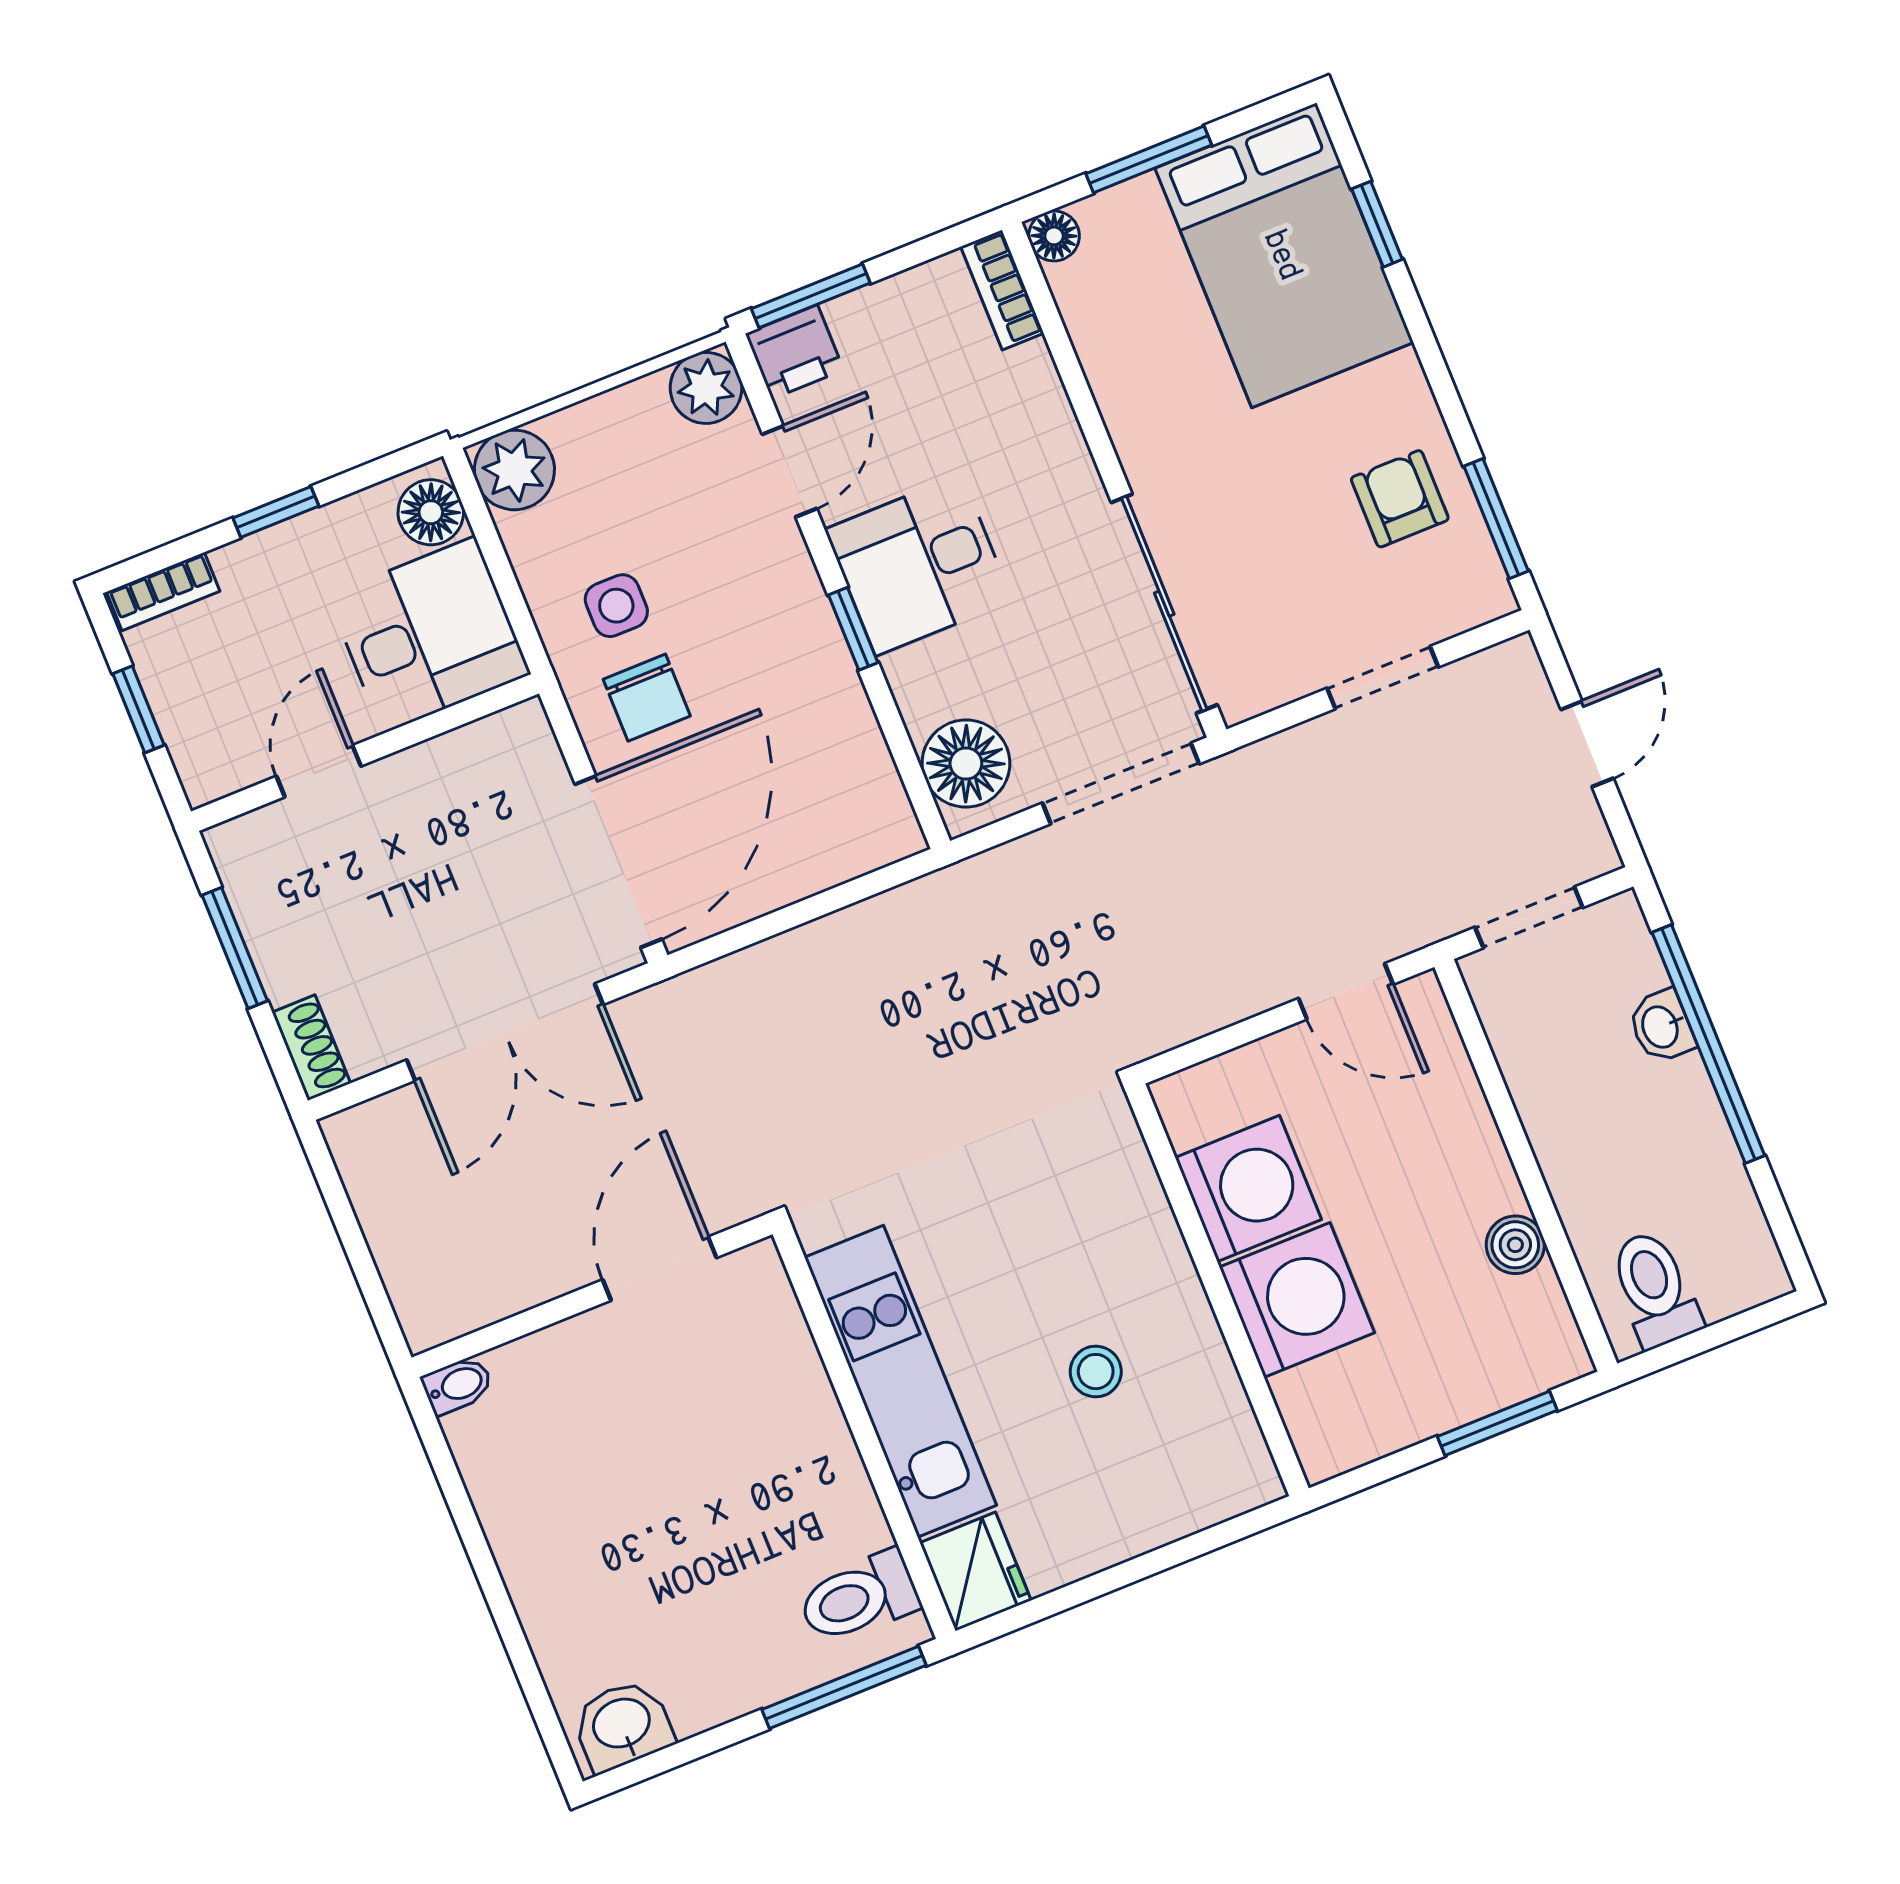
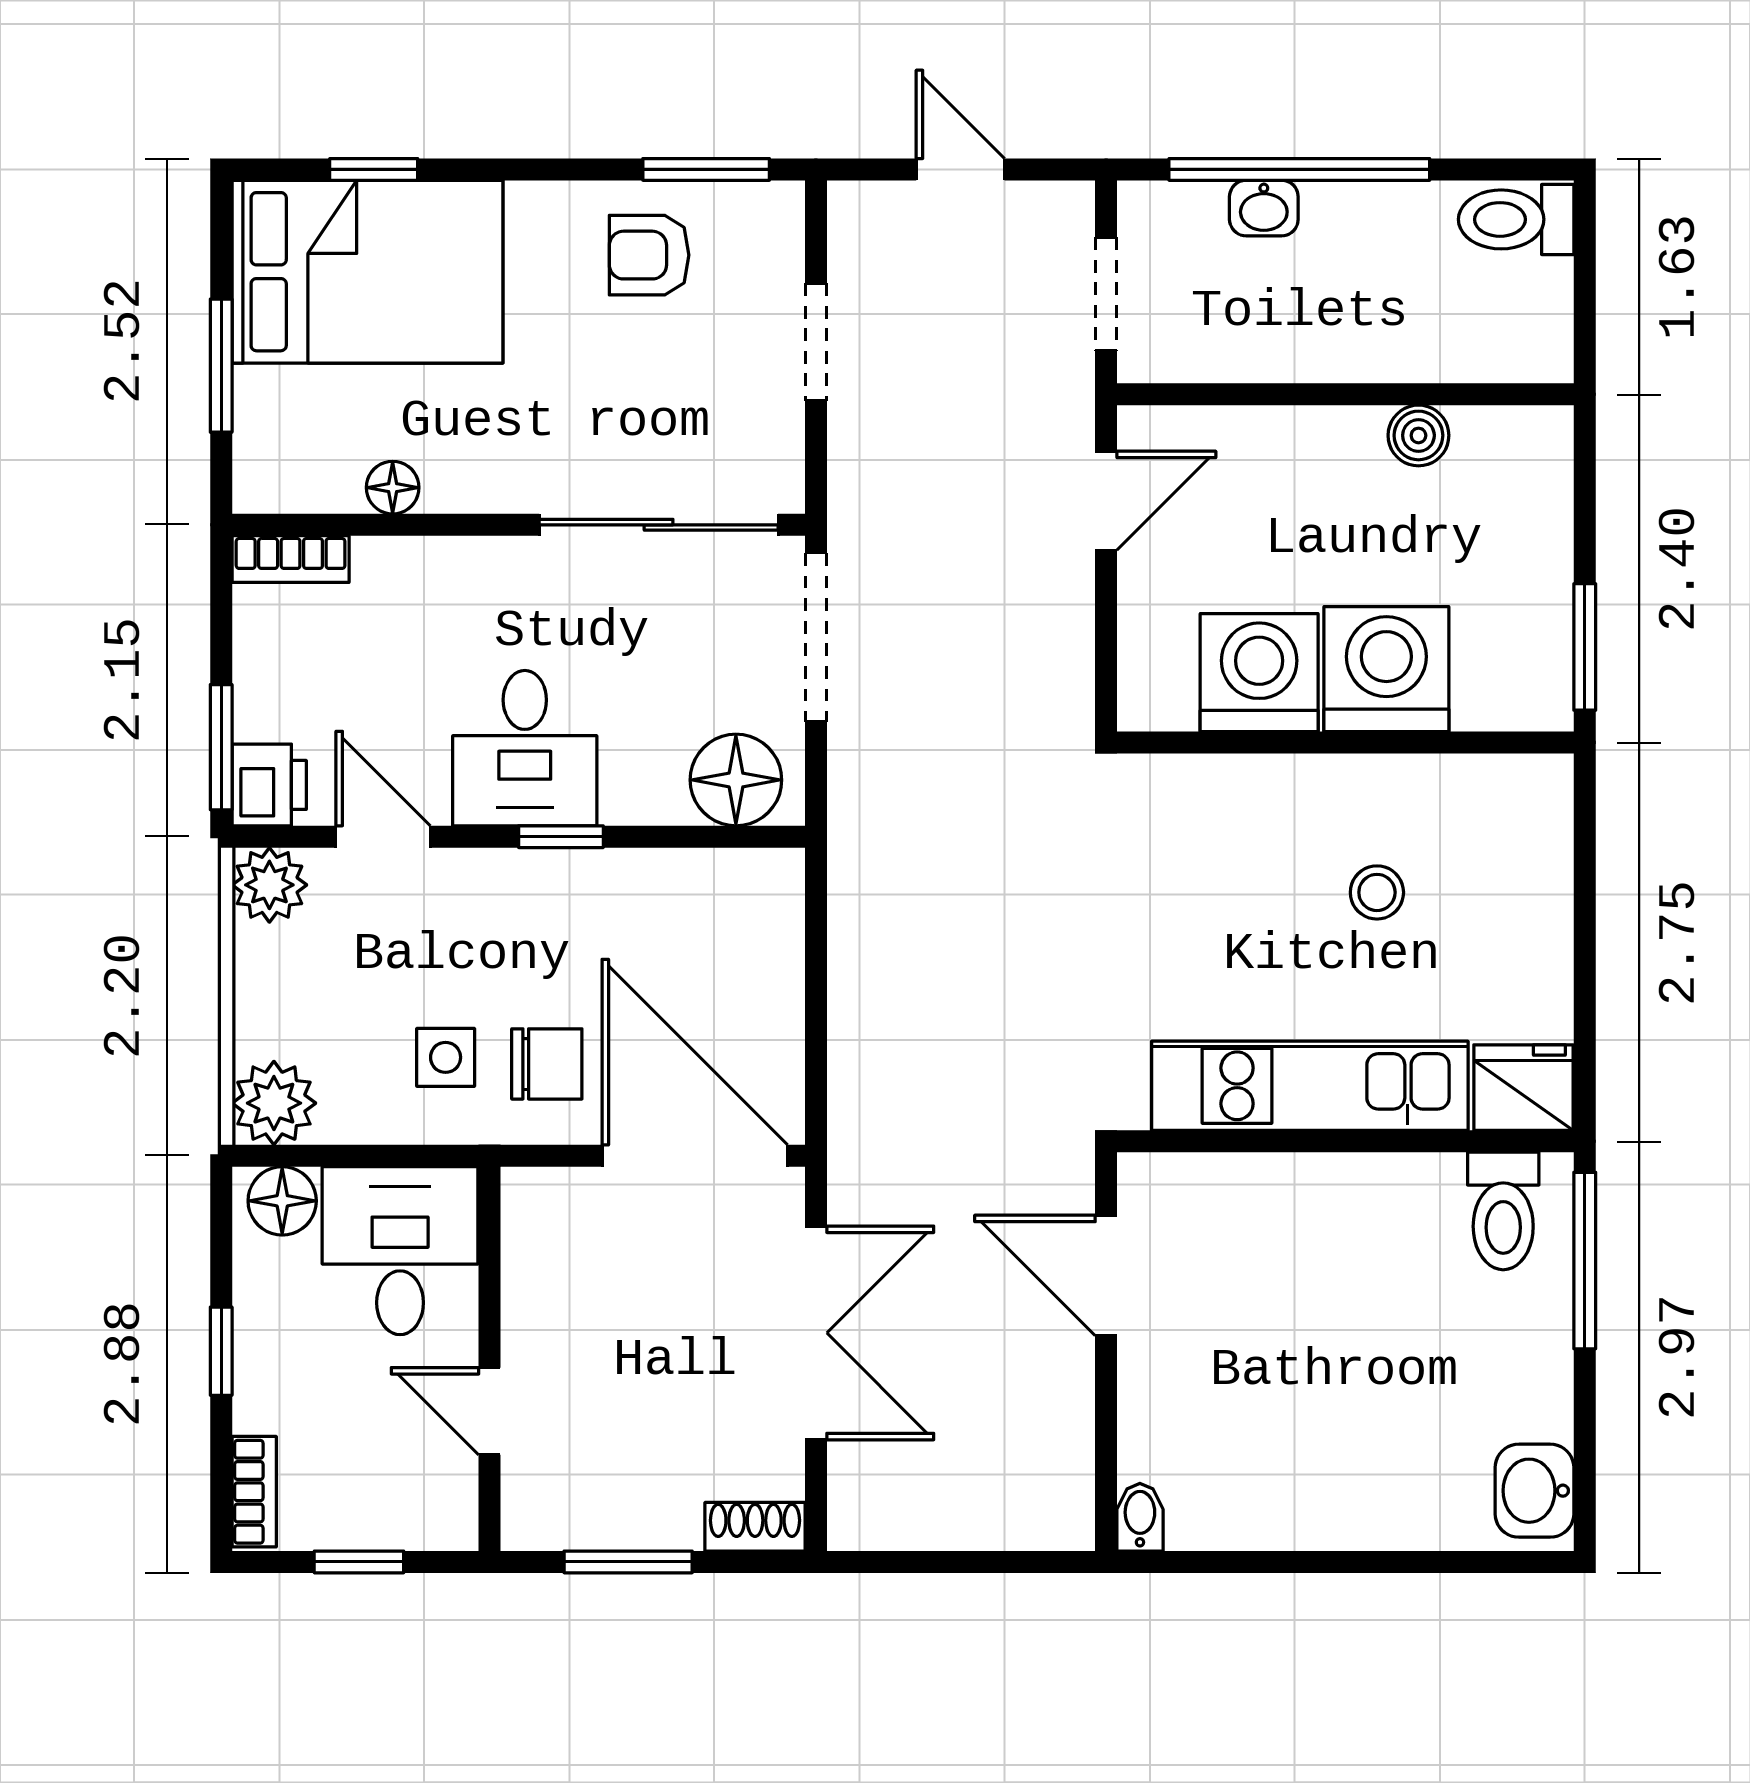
floor lamp: (1054, 236) -> (393, 488), moved
toilet: (1655, 1289) -> (1516, 219), moved
window: (1497, 1423) -> (1585, 647), moved

